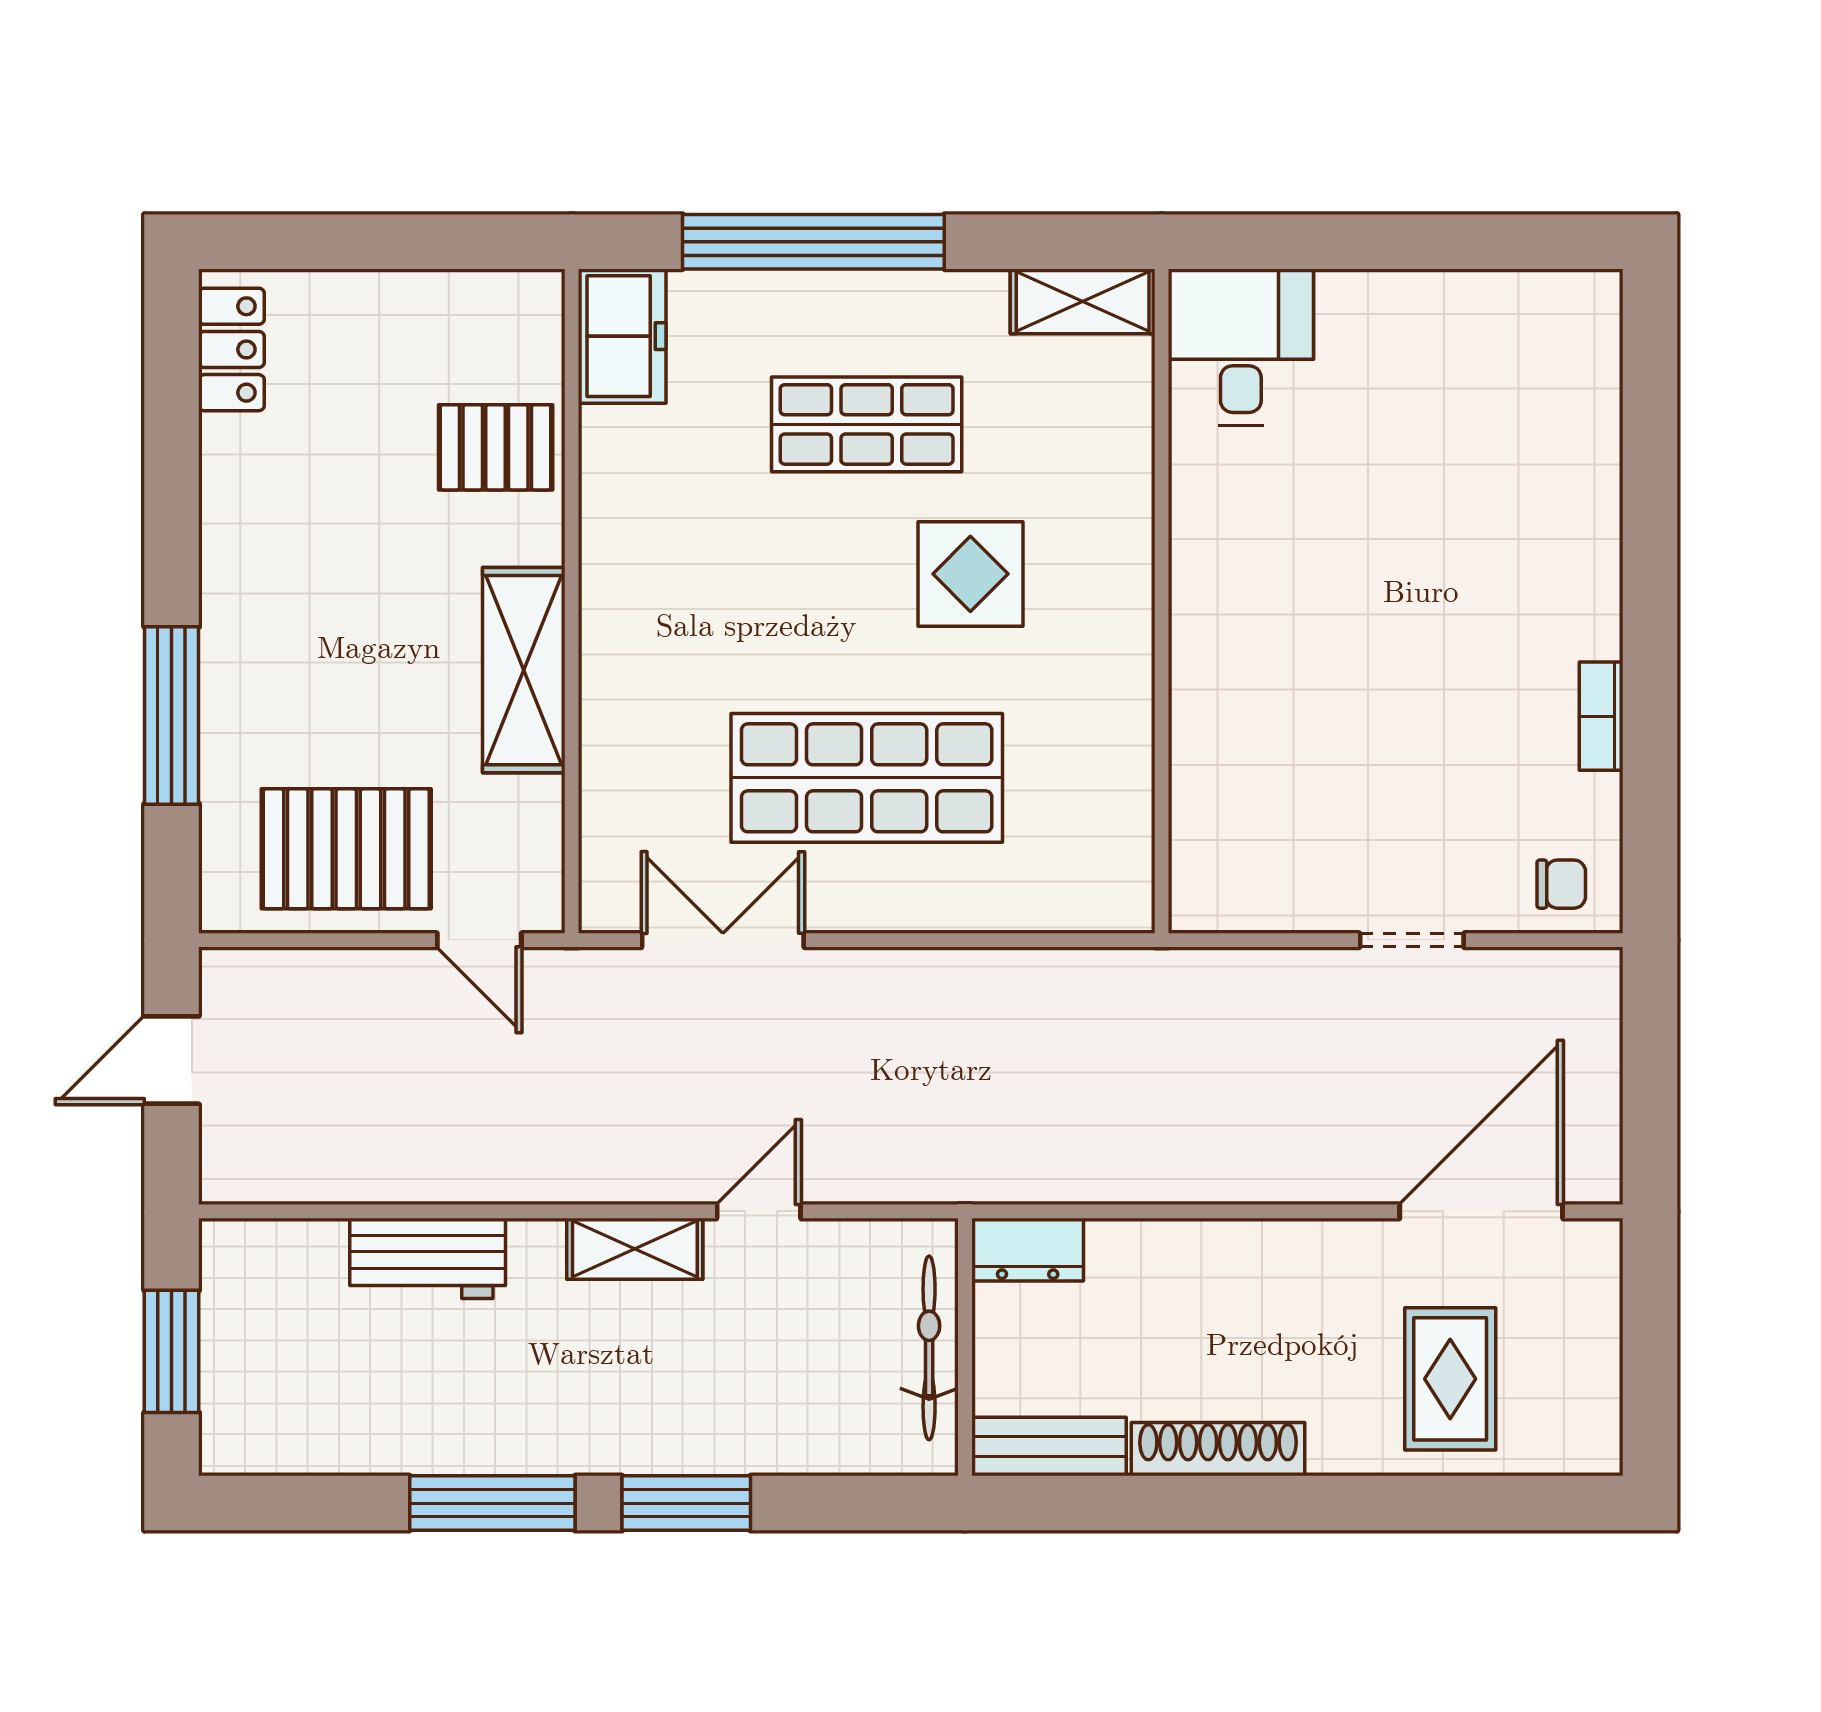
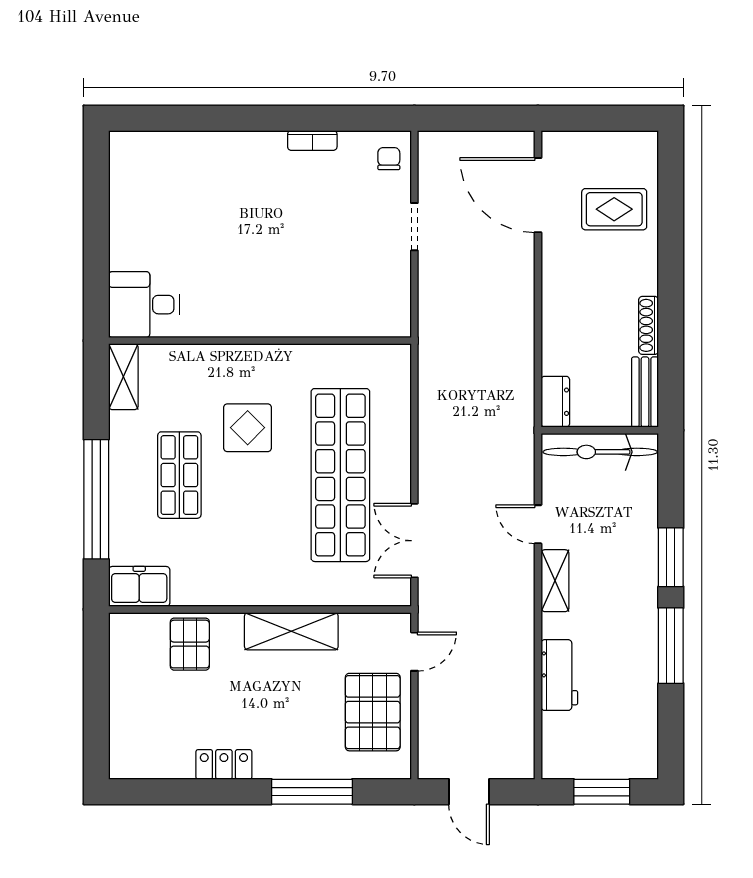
locker: (231, 349) -> (224, 764), moved
shop shelf: (867, 778) -> (340, 475), width x1.40
bicycle: (929, 1348) -> (600, 452), width x1.37, depth x1.40
shoe rack: (1218, 1449) -> (649, 325), width x0.74, depth x0.81

